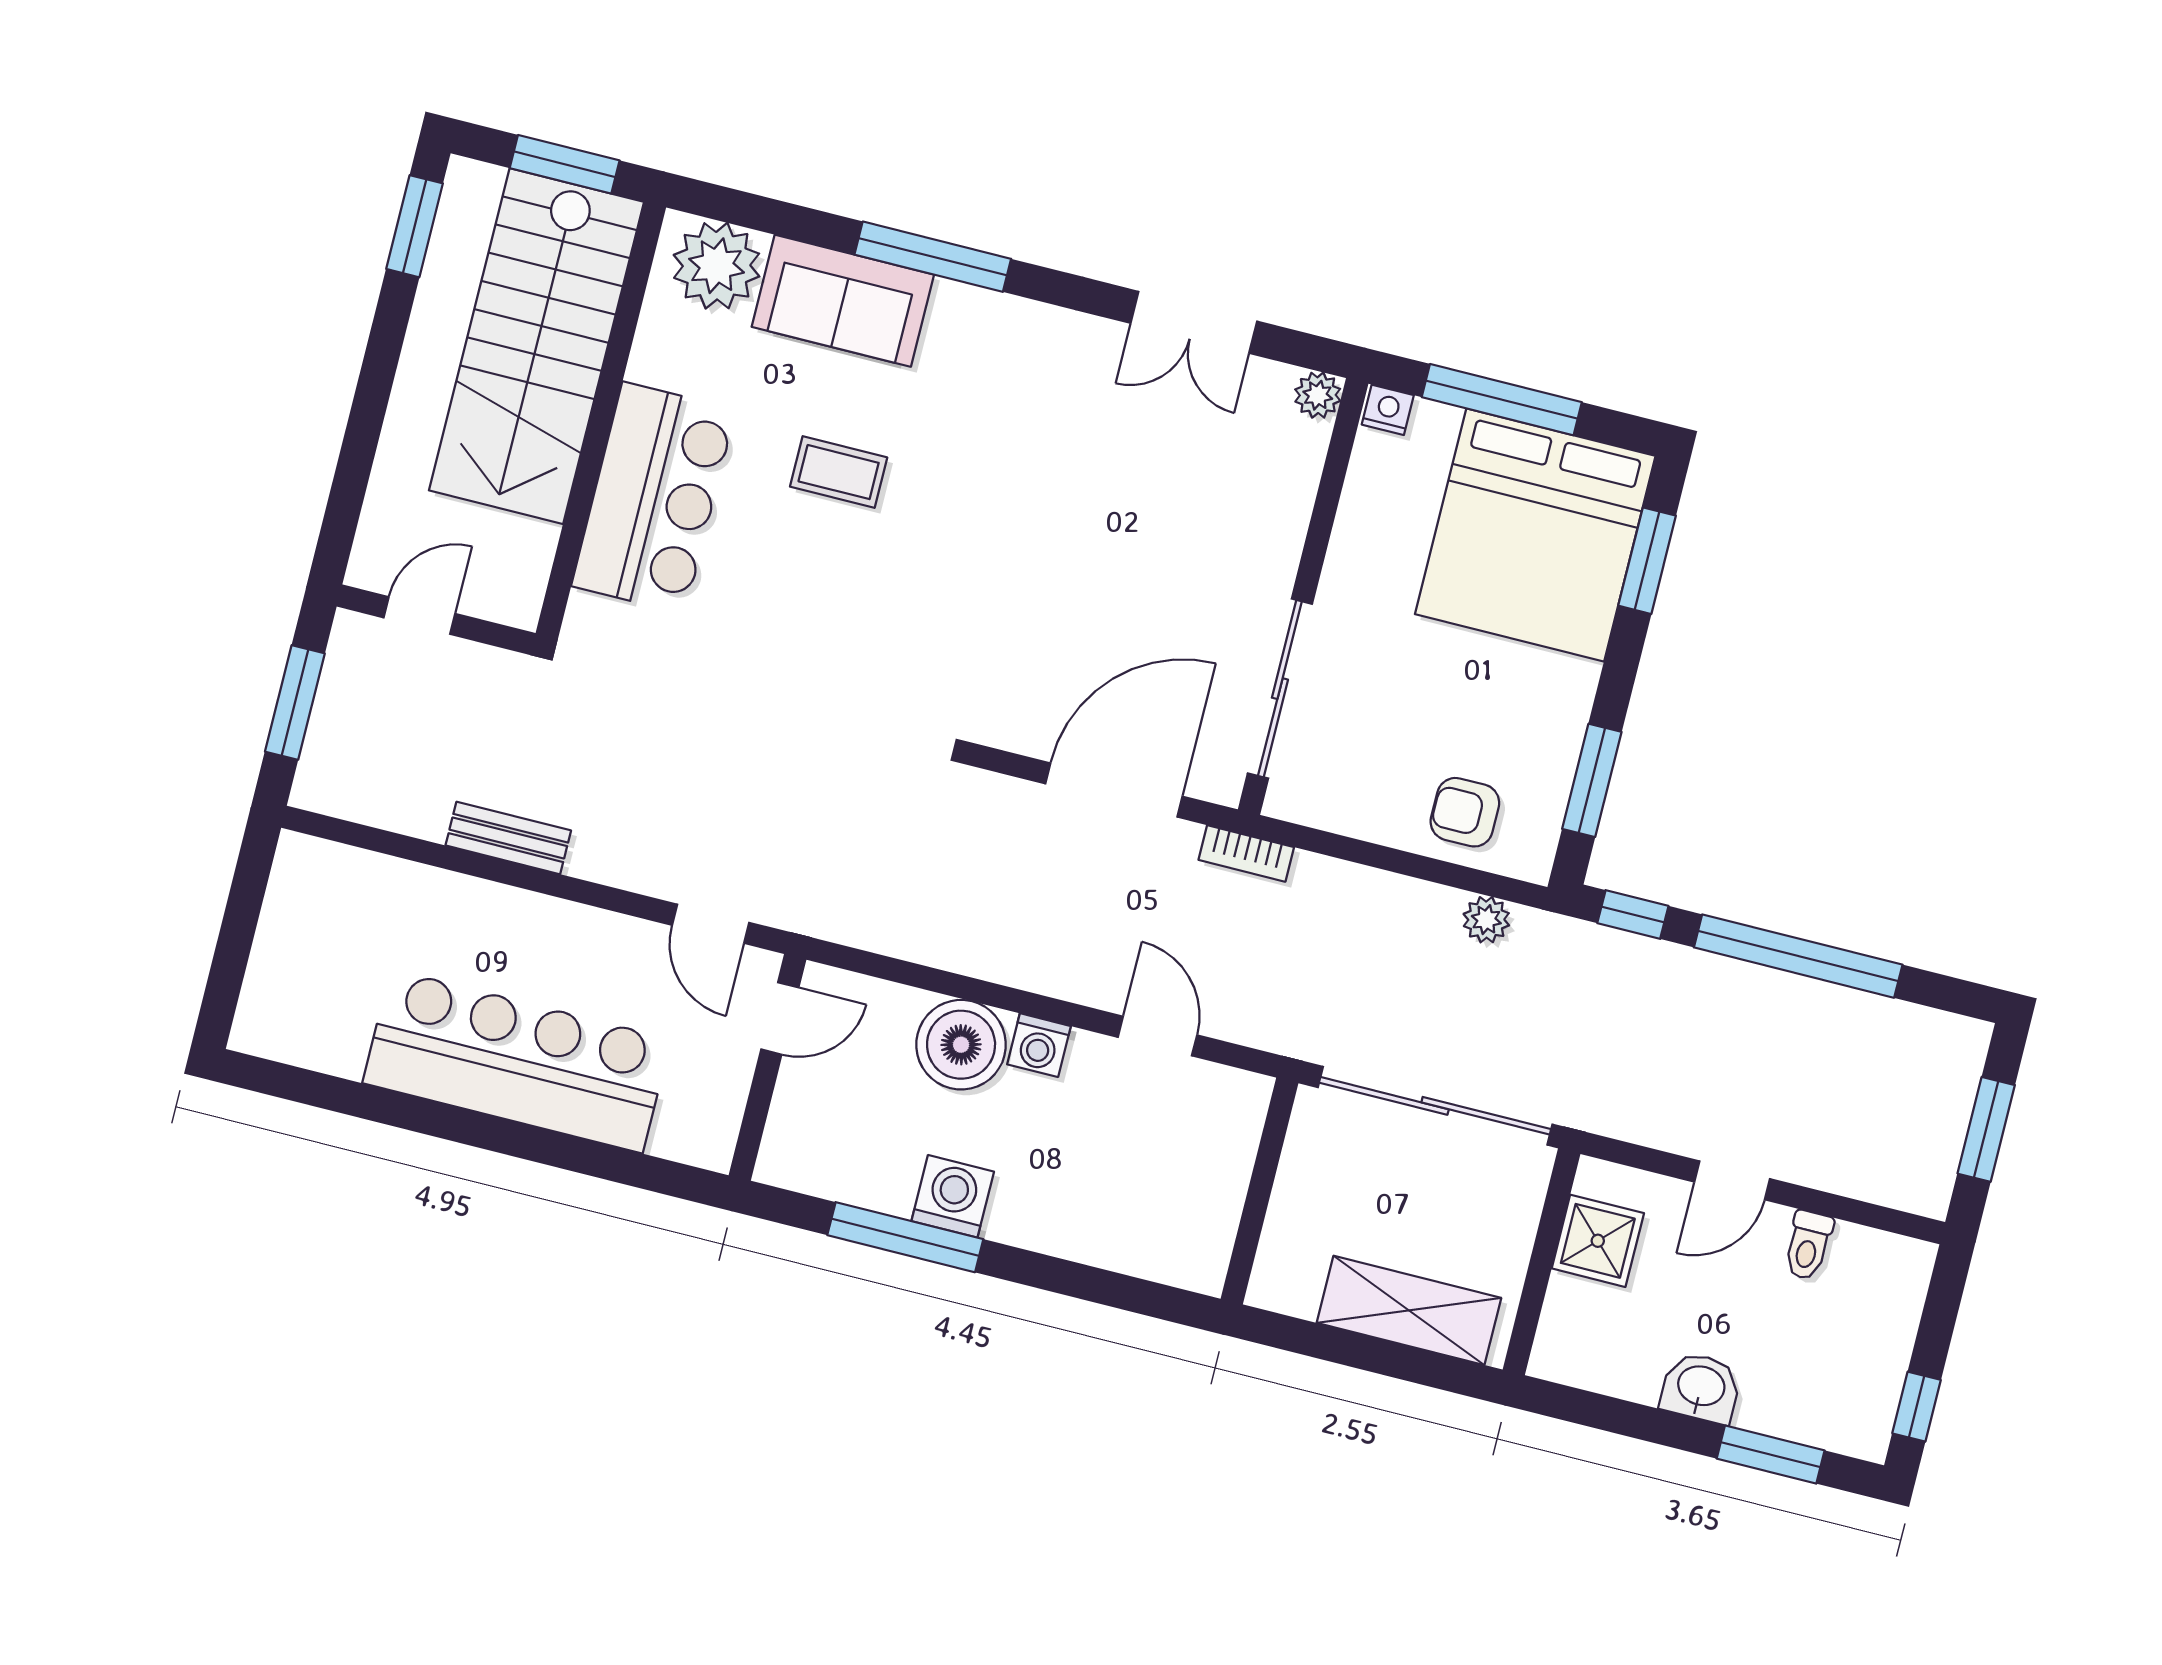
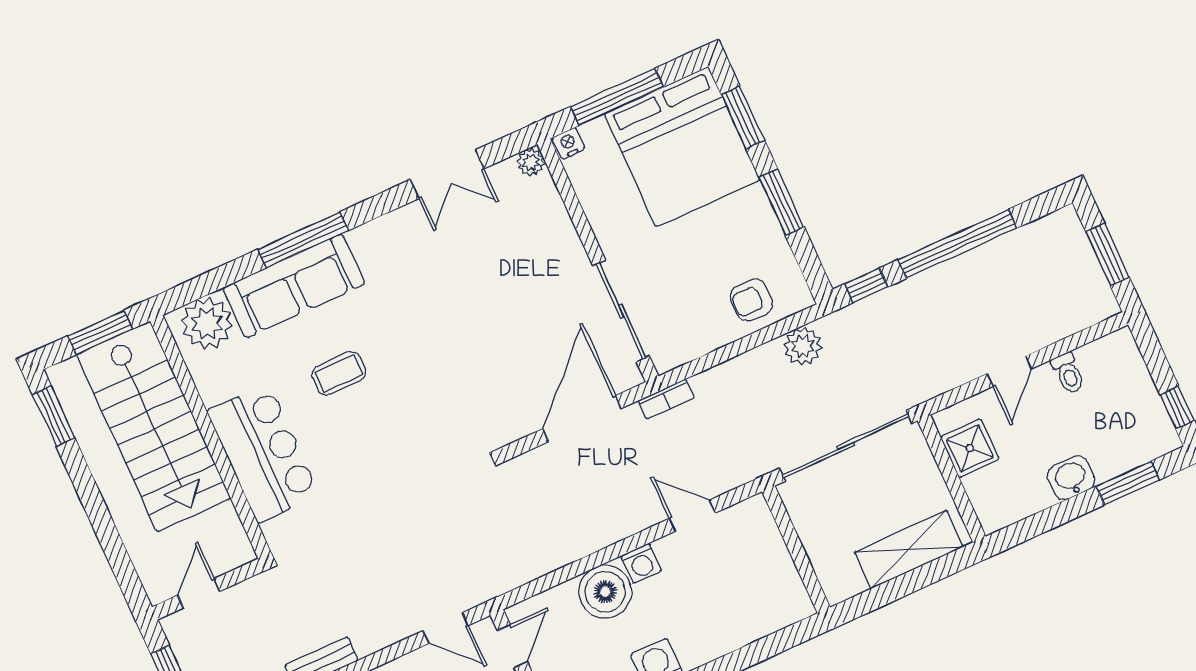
sofa: (843, 301) -> (294, 286), width x1.36
window: (1592, 780) -> (781, 202), moved
plant: (1486, 920) -> (803, 346), width x1.38, depth x1.38

